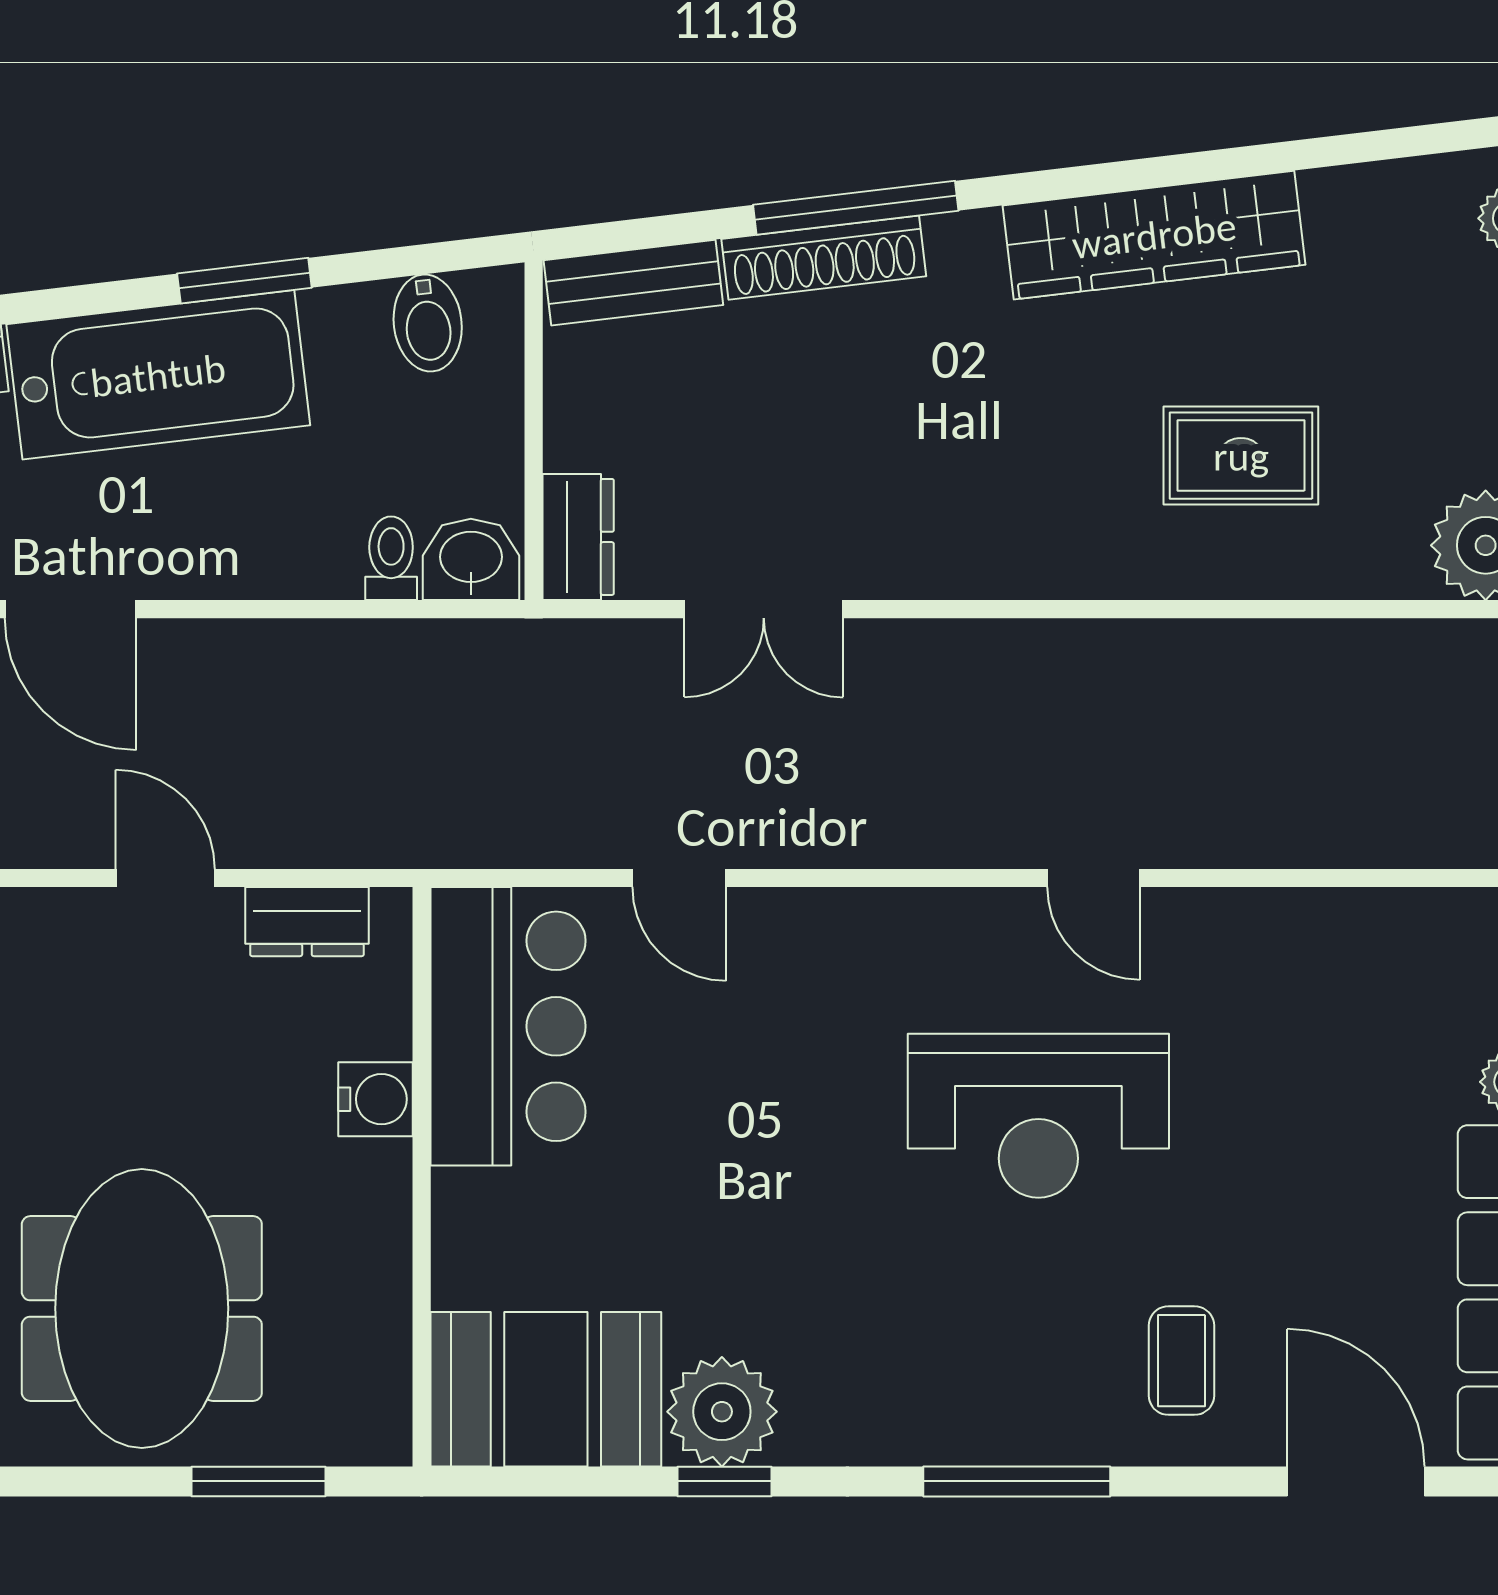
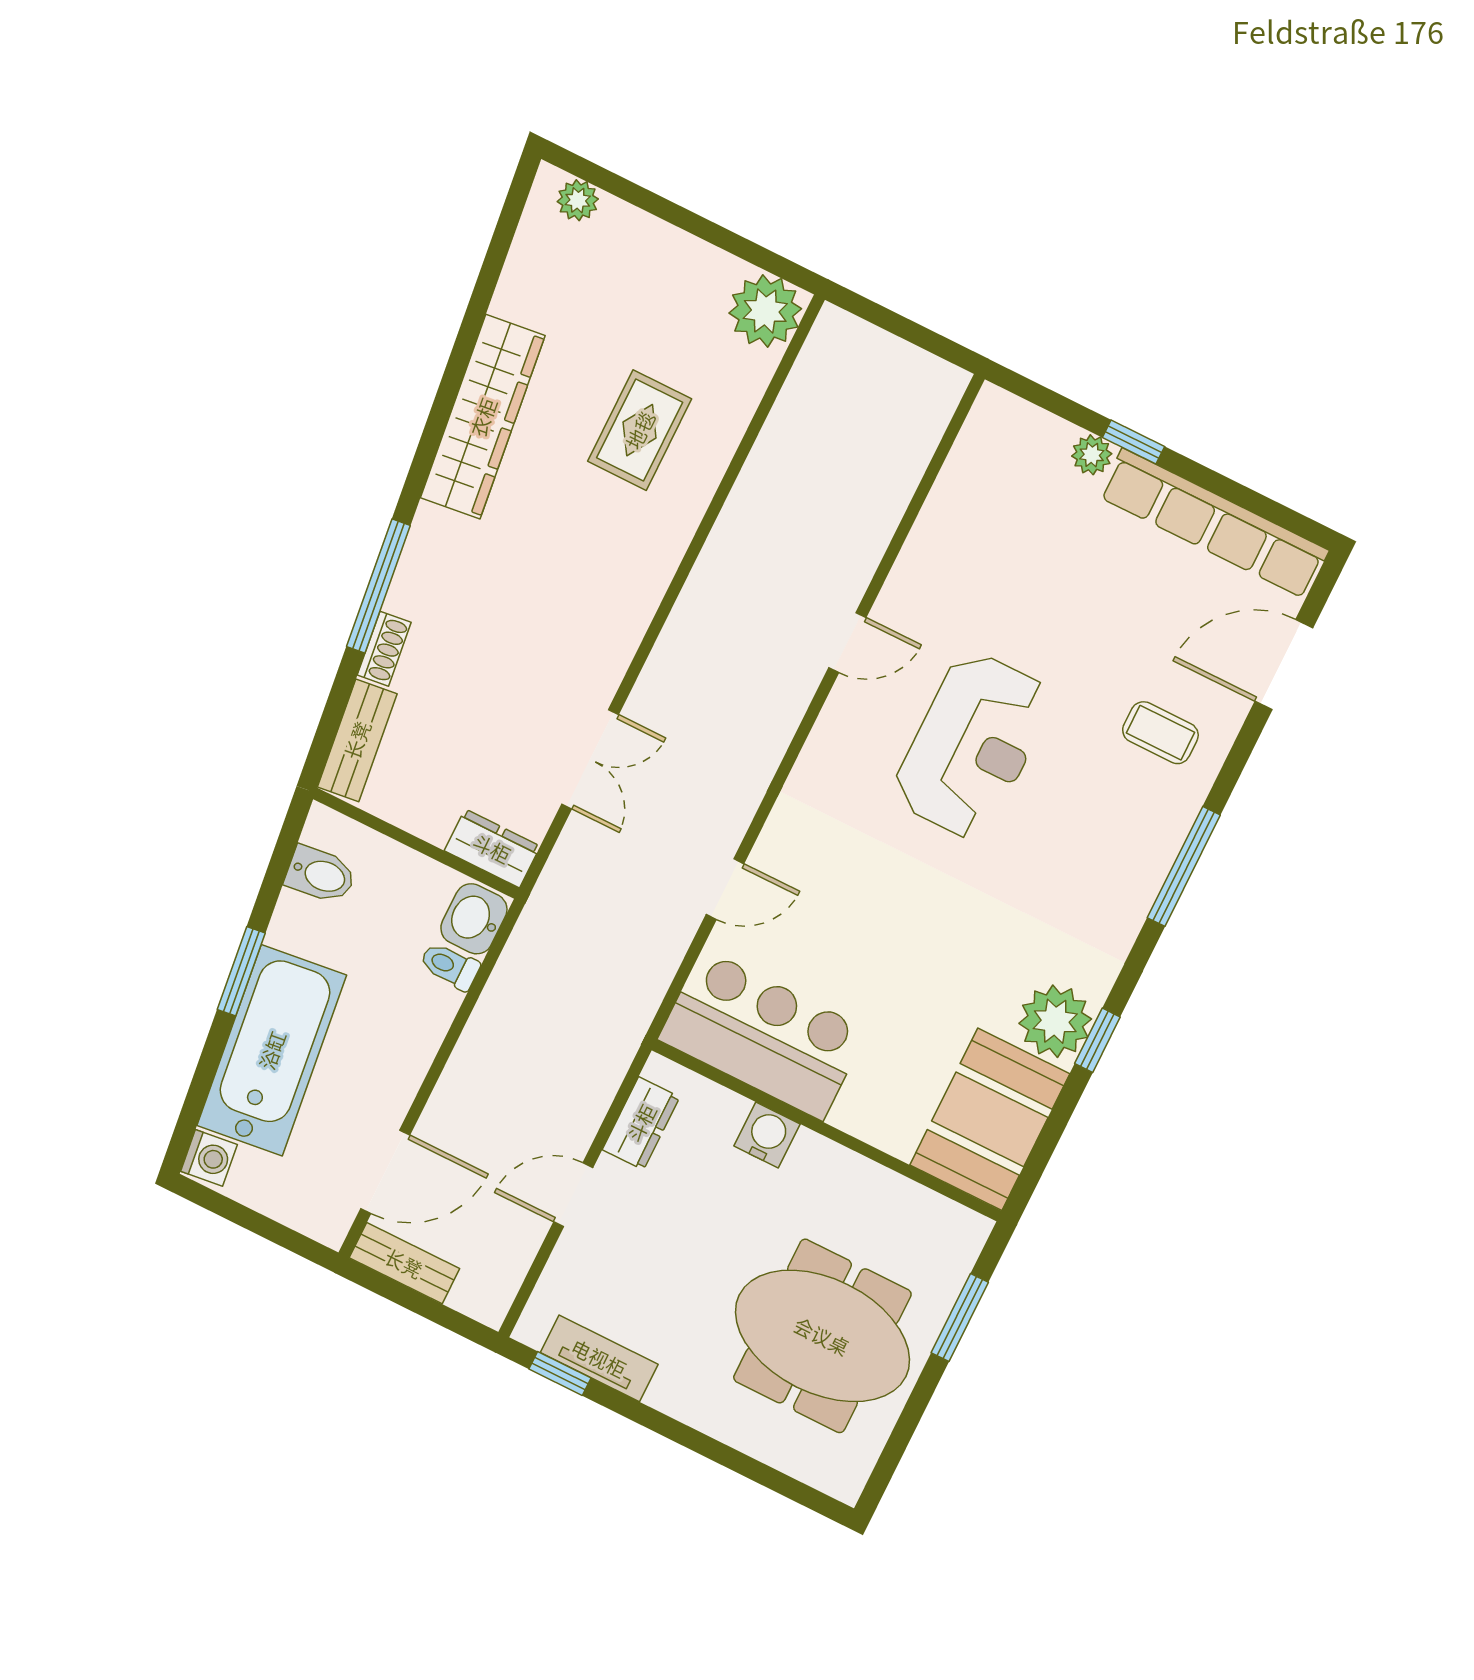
shoe rack: (824, 258) -> (384, 649), width x0.51, depth x0.81

